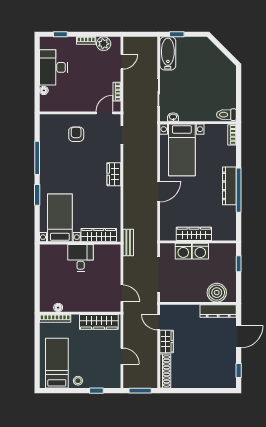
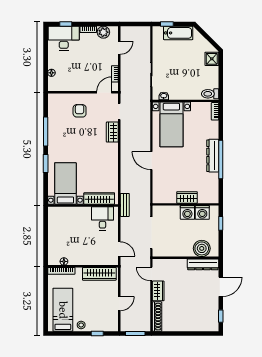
bathtub: (168, 53) -> (178, 33), moved, turned 90
desk: (54, 67) -> (64, 38), moved, turned 90
shower: (228, 74) -> (212, 59), added
wardrobe: (114, 174) -> (112, 132), moved
door: (159, 191) -> (151, 161), swing flipped
wardrobe: (194, 234) -> (187, 197), width x0.67
washing machine: (183, 251) -> (202, 212), moved
desk: (81, 258) -> (102, 218), moved
door: (122, 356) -> (119, 304), hinge flipped

